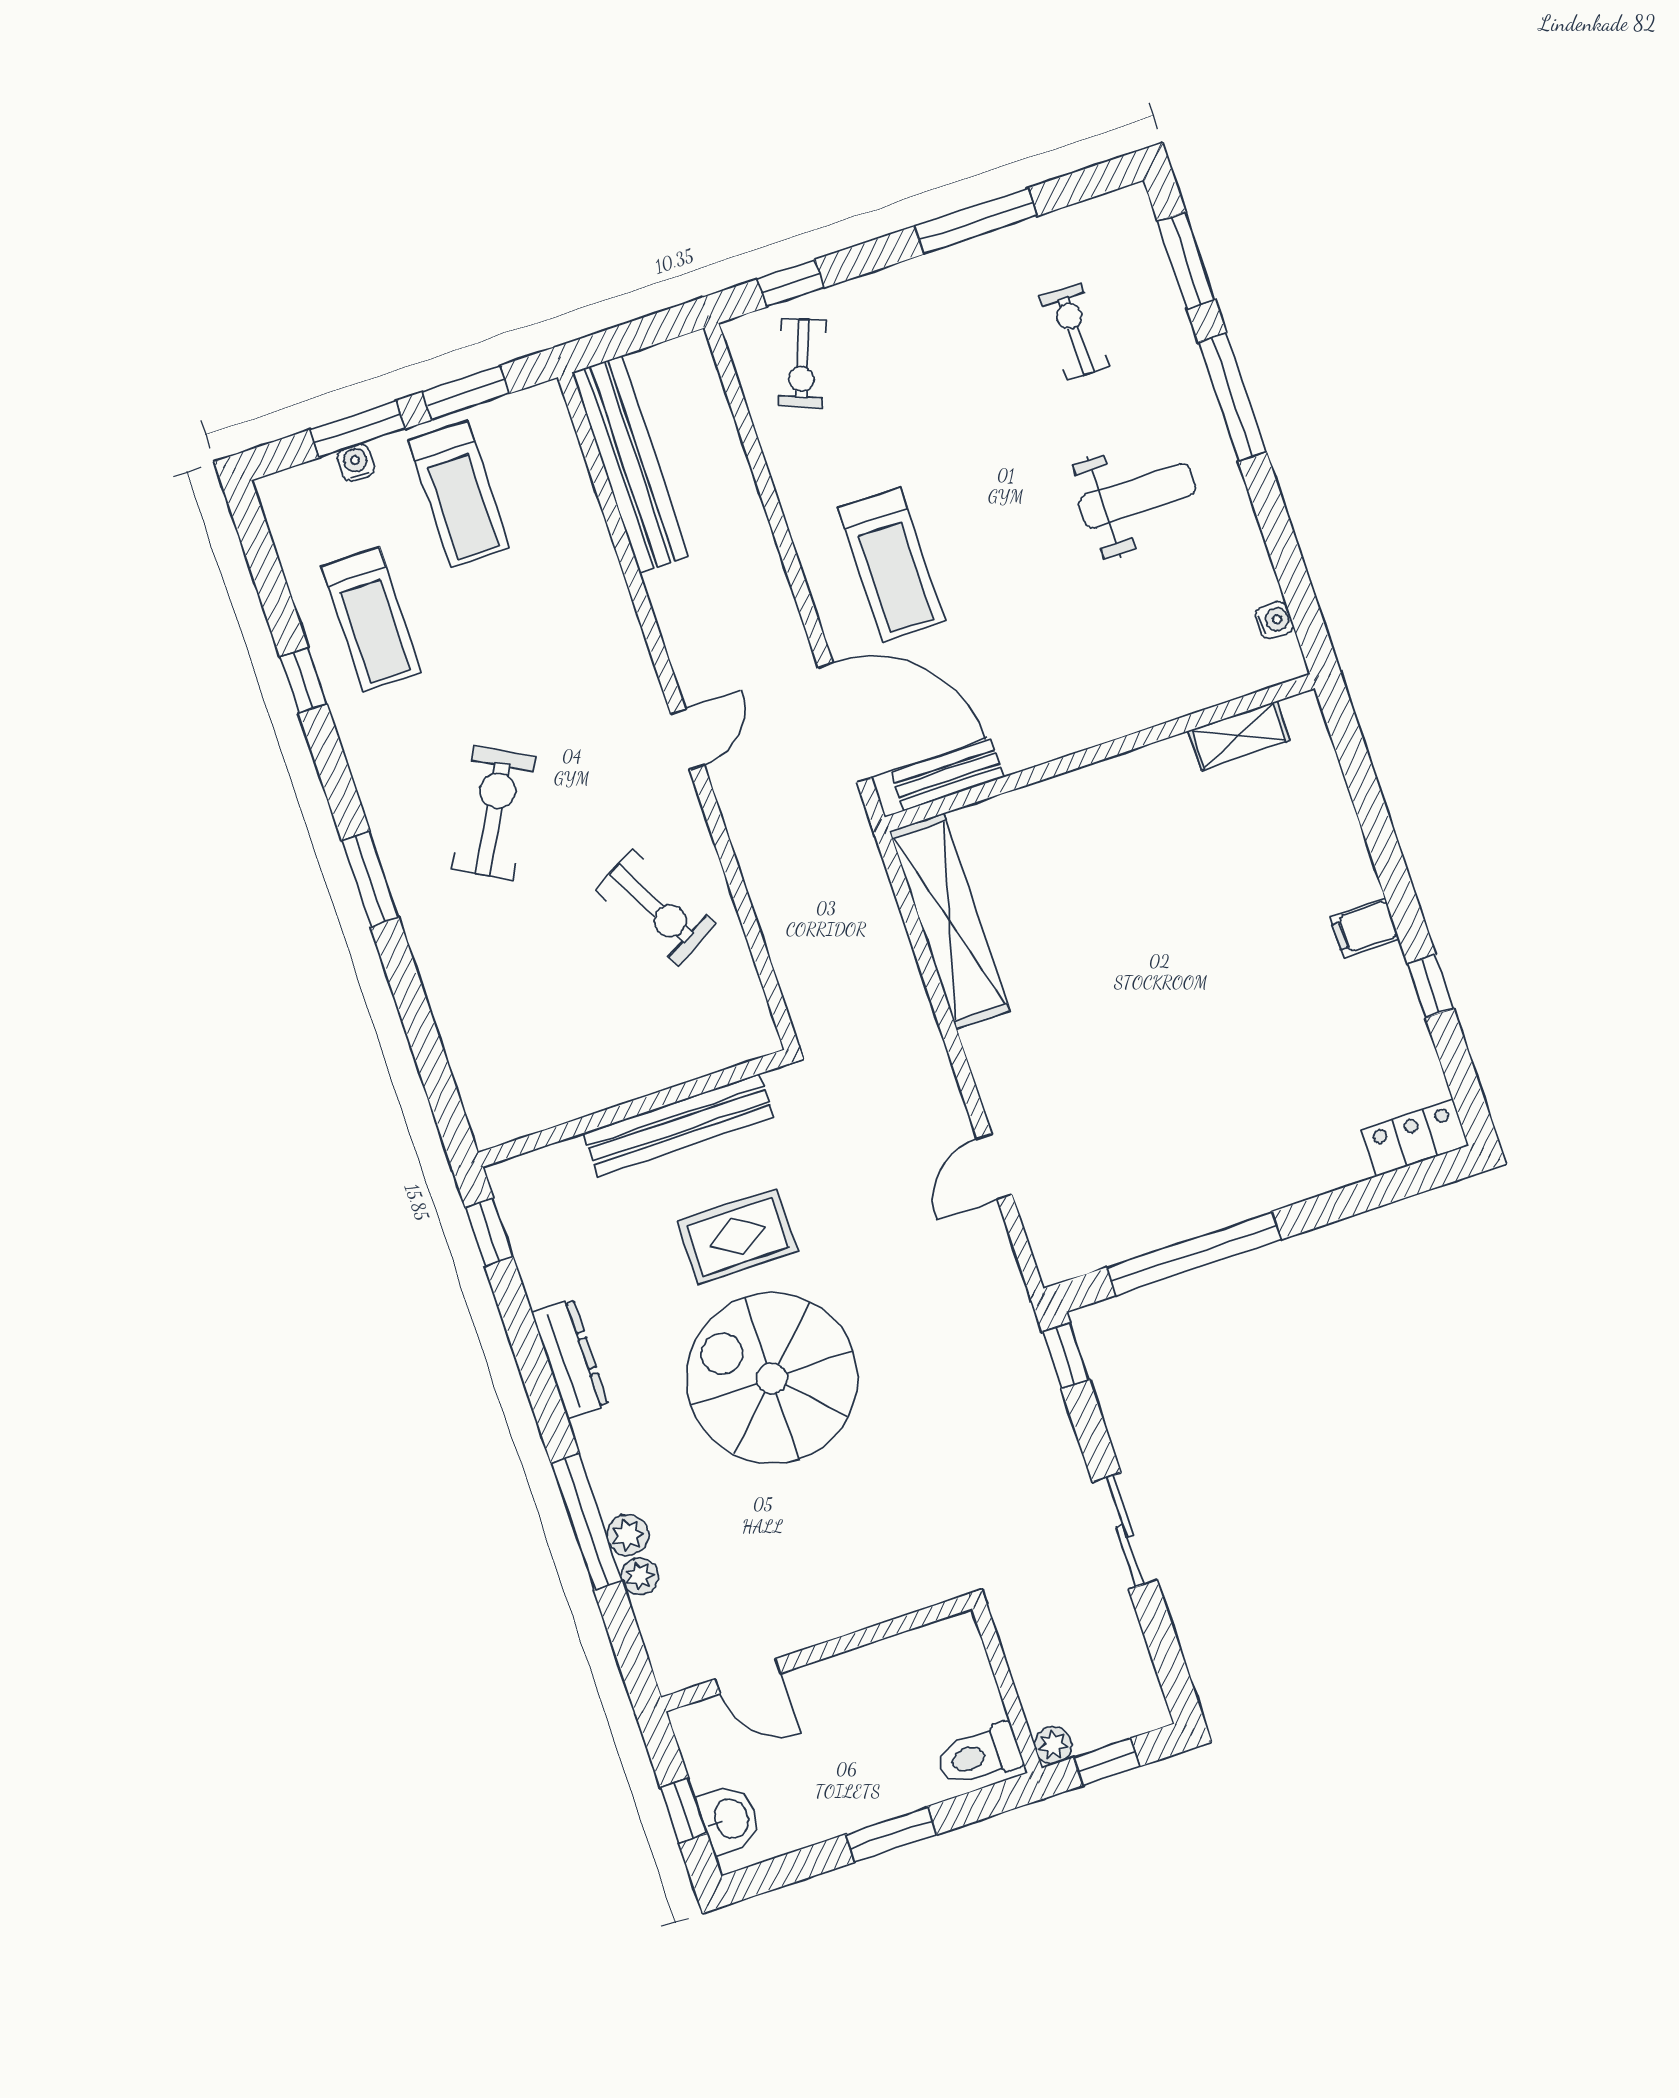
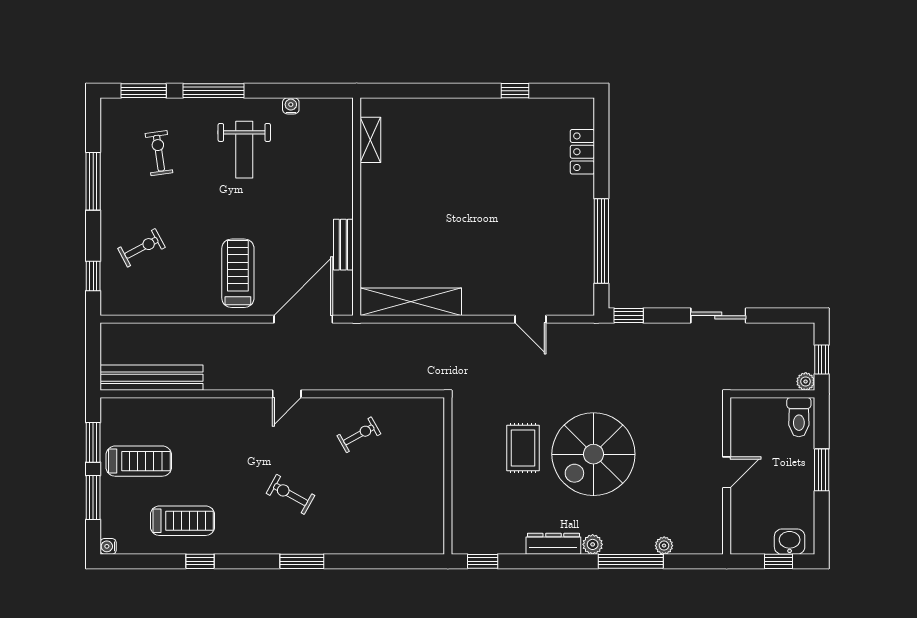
exercise bike: (1074, 331) -> (159, 153), turned 82
exercise bike: (802, 363) -> (141, 248), moved, turned -49
water cooler: (356, 463) -> (108, 546), moved
weight bench: (1137, 496) -> (244, 150), turned 180
treadmill: (891, 565) -> (238, 273), turned -90
water cooler: (1274, 620) -> (291, 106), moved
door: (688, 739) -> (287, 394), swing flipped
bench: (947, 775) -> (343, 245), moved
exercise bike: (494, 813) -> (290, 494), width x0.73, depth x0.72
exercise bike: (655, 907) -> (359, 435), width x0.73, depth x0.72
filing cabinet: (1364, 928) -> (478, 112), removed
bench: (679, 1125) -> (463, 458), removed
locker: (1415, 1138) -> (582, 152), moved
plant: (628, 1535) -> (593, 544), moved
door: (748, 1676) -> (727, 472), moved

